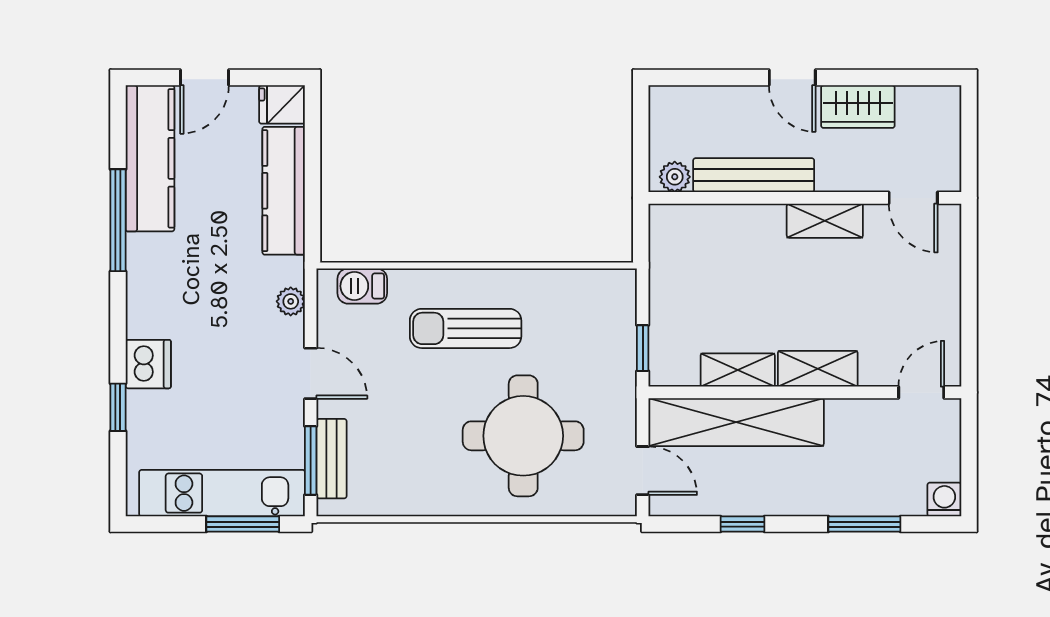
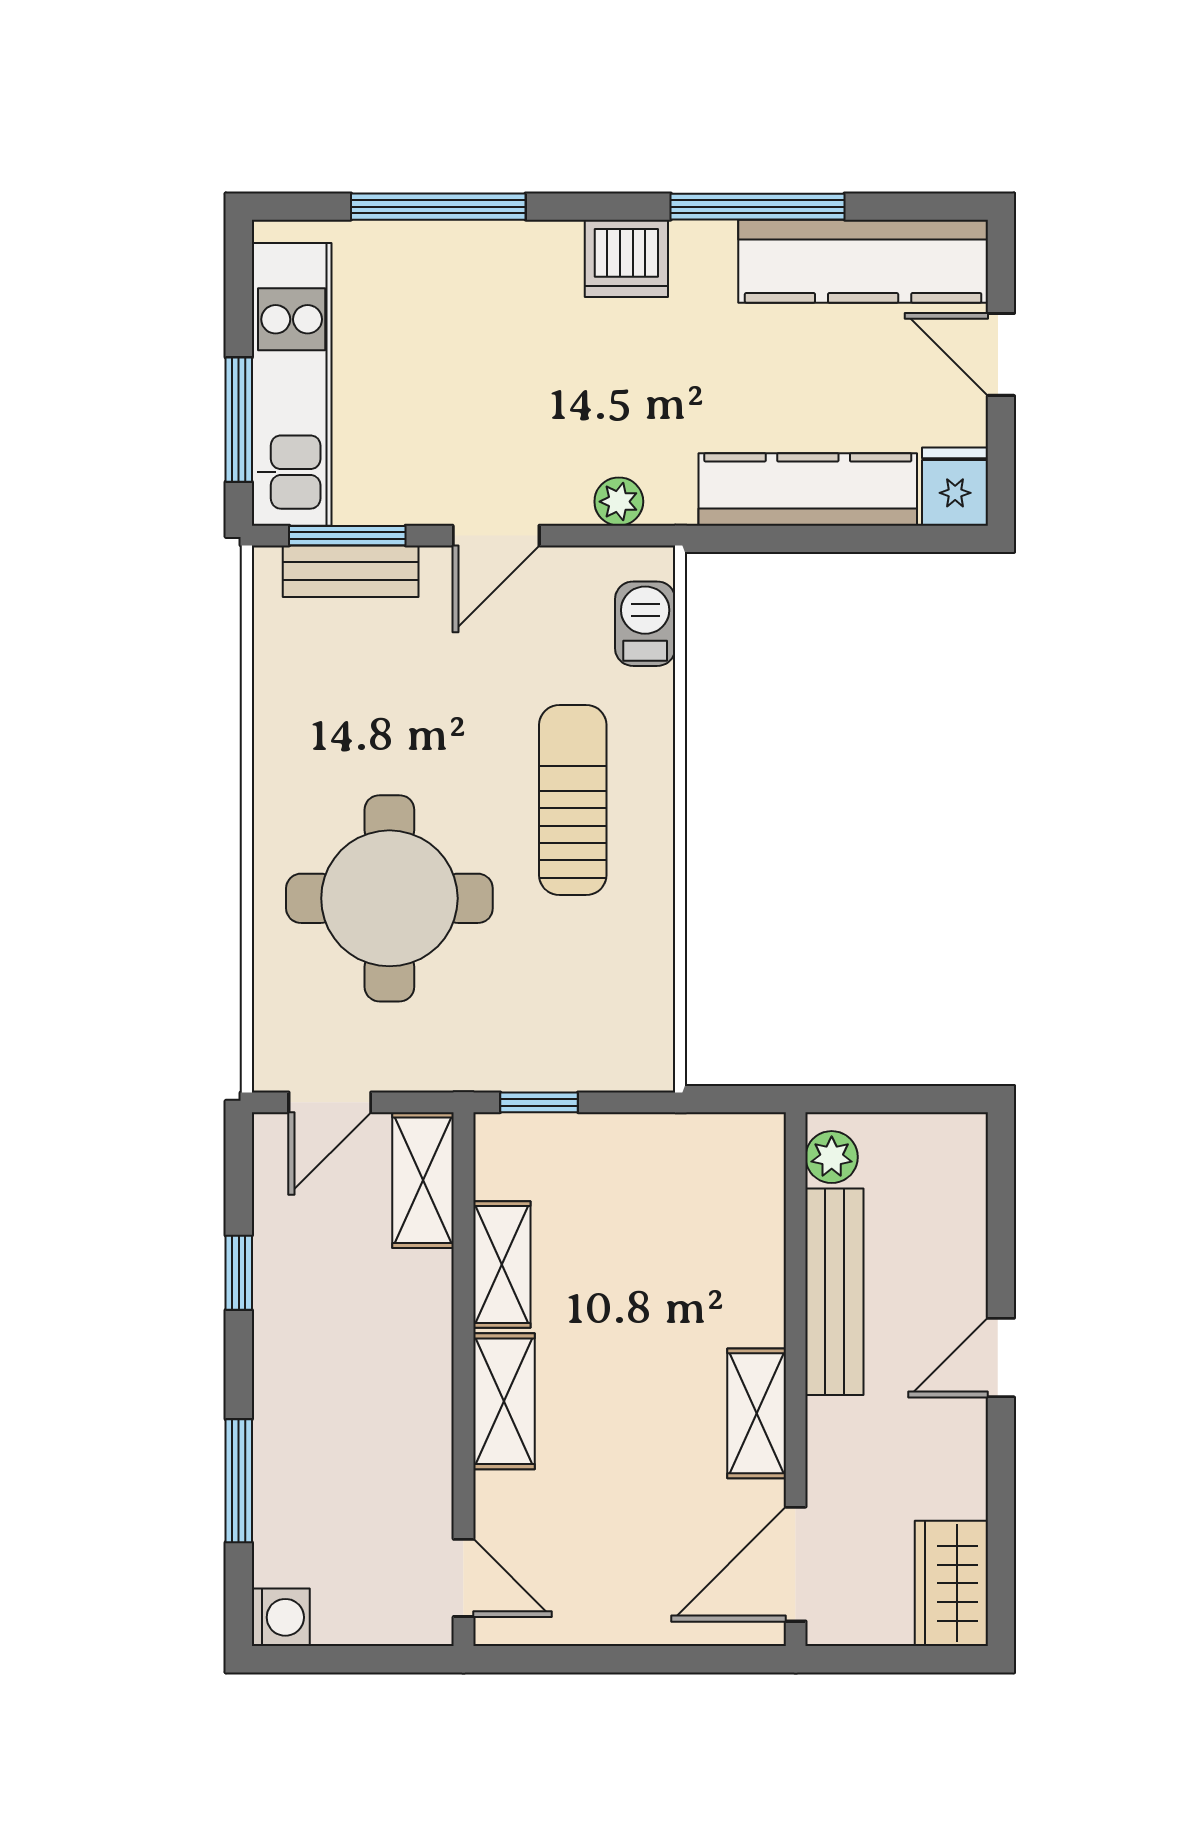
wardrobe: (858, 107) -> (951, 1583), moved
door: (913, 198) -> (796, 1564), width x1.38
dishwasher: (148, 364) -> (626, 258), moved
window: (118, 407) -> (438, 207), width x2.17
shelving: (736, 422) -> (423, 1180), width x0.45, depth x0.75

